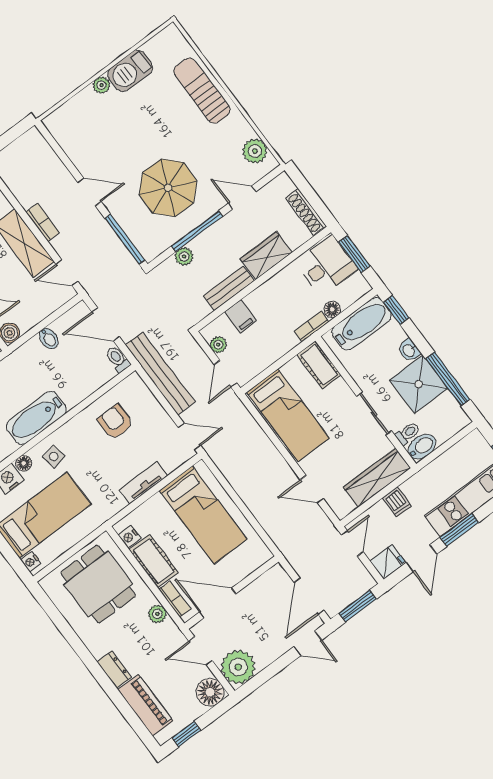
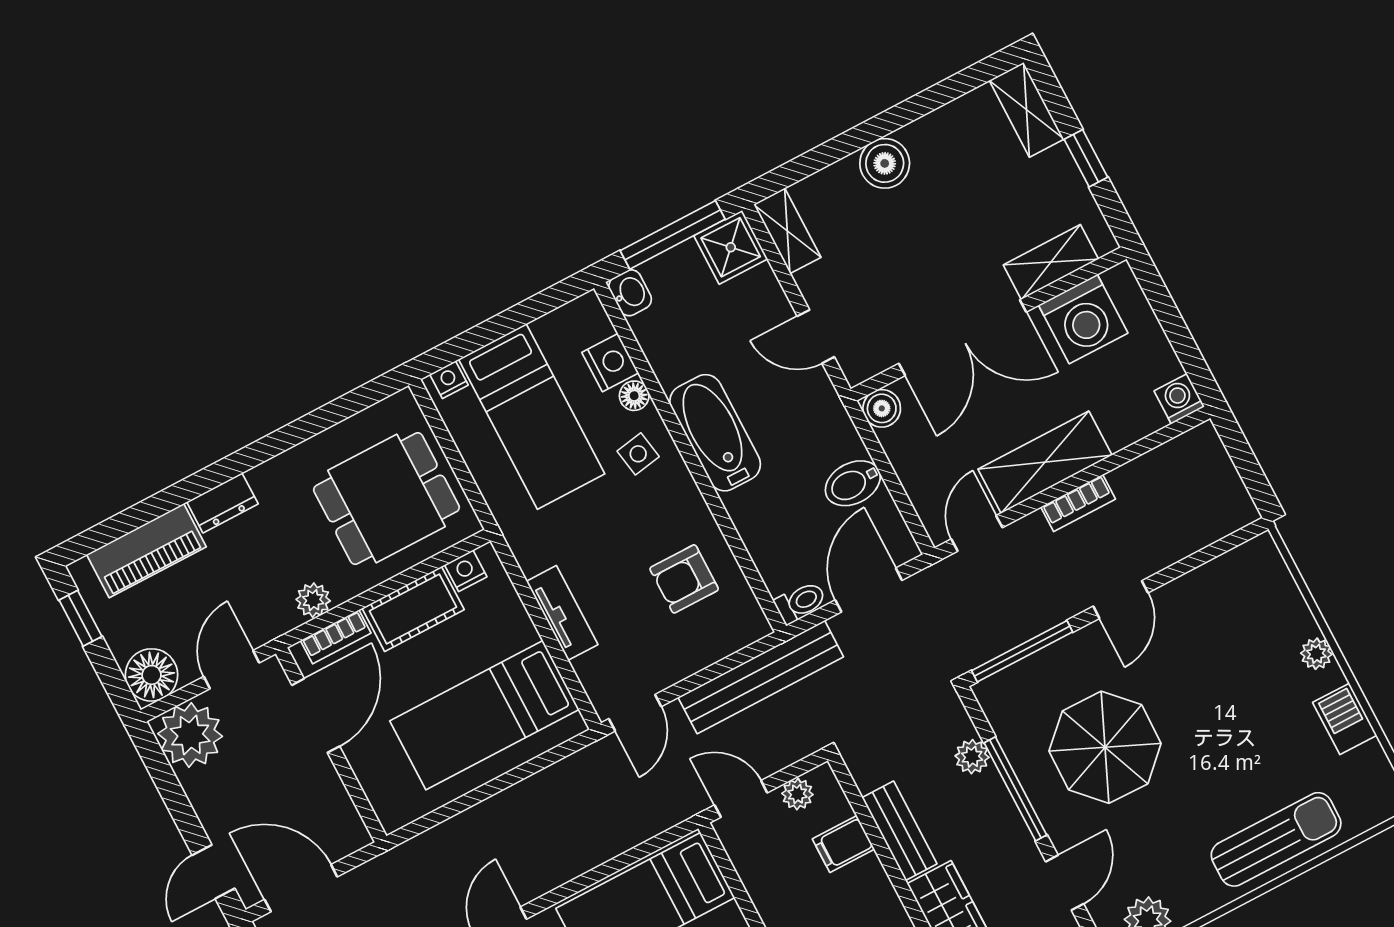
barbecue: (130, 71) -> (1345, 719), width x0.73, depth x0.79
bidet: (49, 338) -> (853, 483), width x1.38, depth x1.36
armchair: (115, 422) -> (684, 579), turned 180

